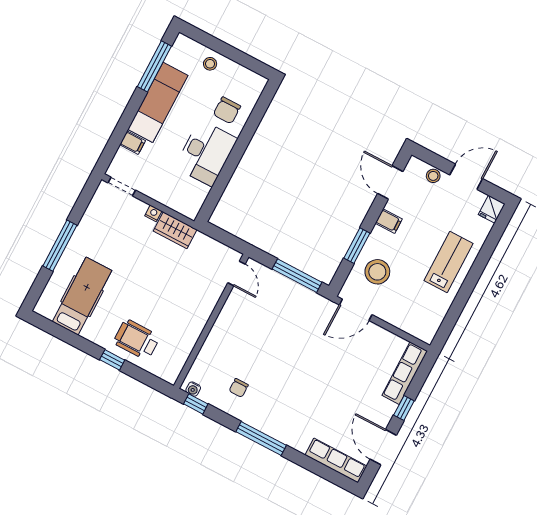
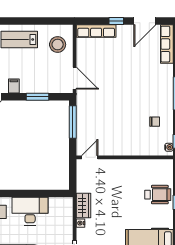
stool: (377, 272) -> (58, 45), moved
wheelchair: (137, 340) -> (158, 195), turned -90

